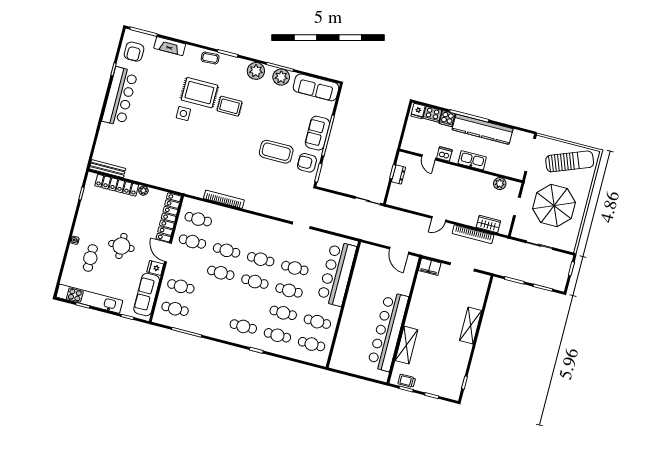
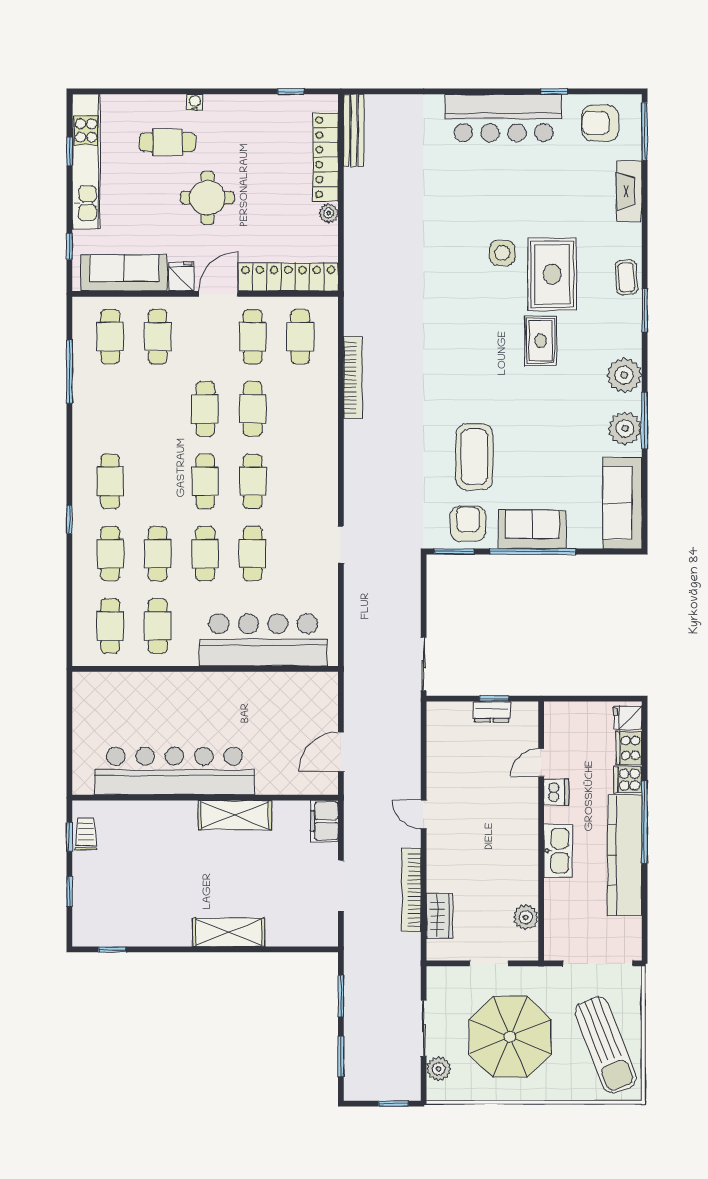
plant: (561, 243) -> (439, 1069), added
shelving: (406, 345) -> (235, 815), moved

